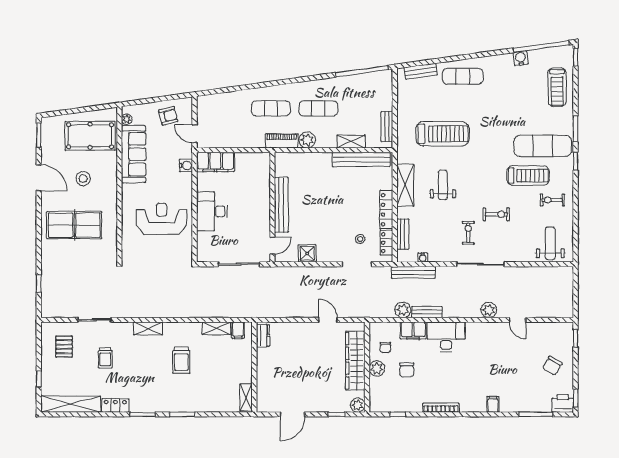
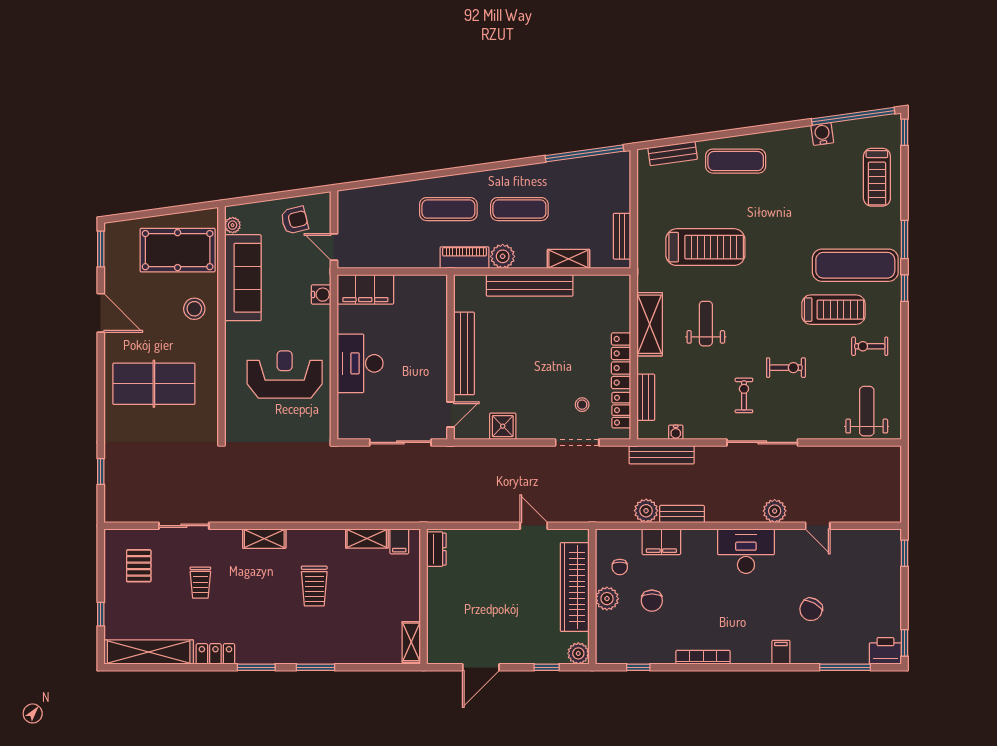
bench: (361, 159) -> (530, 285), moved
stool: (83, 179) -> (194, 309), moved
desk: (446, 337) -> (746, 551), moved
chair: (552, 366) -> (811, 609), moved

